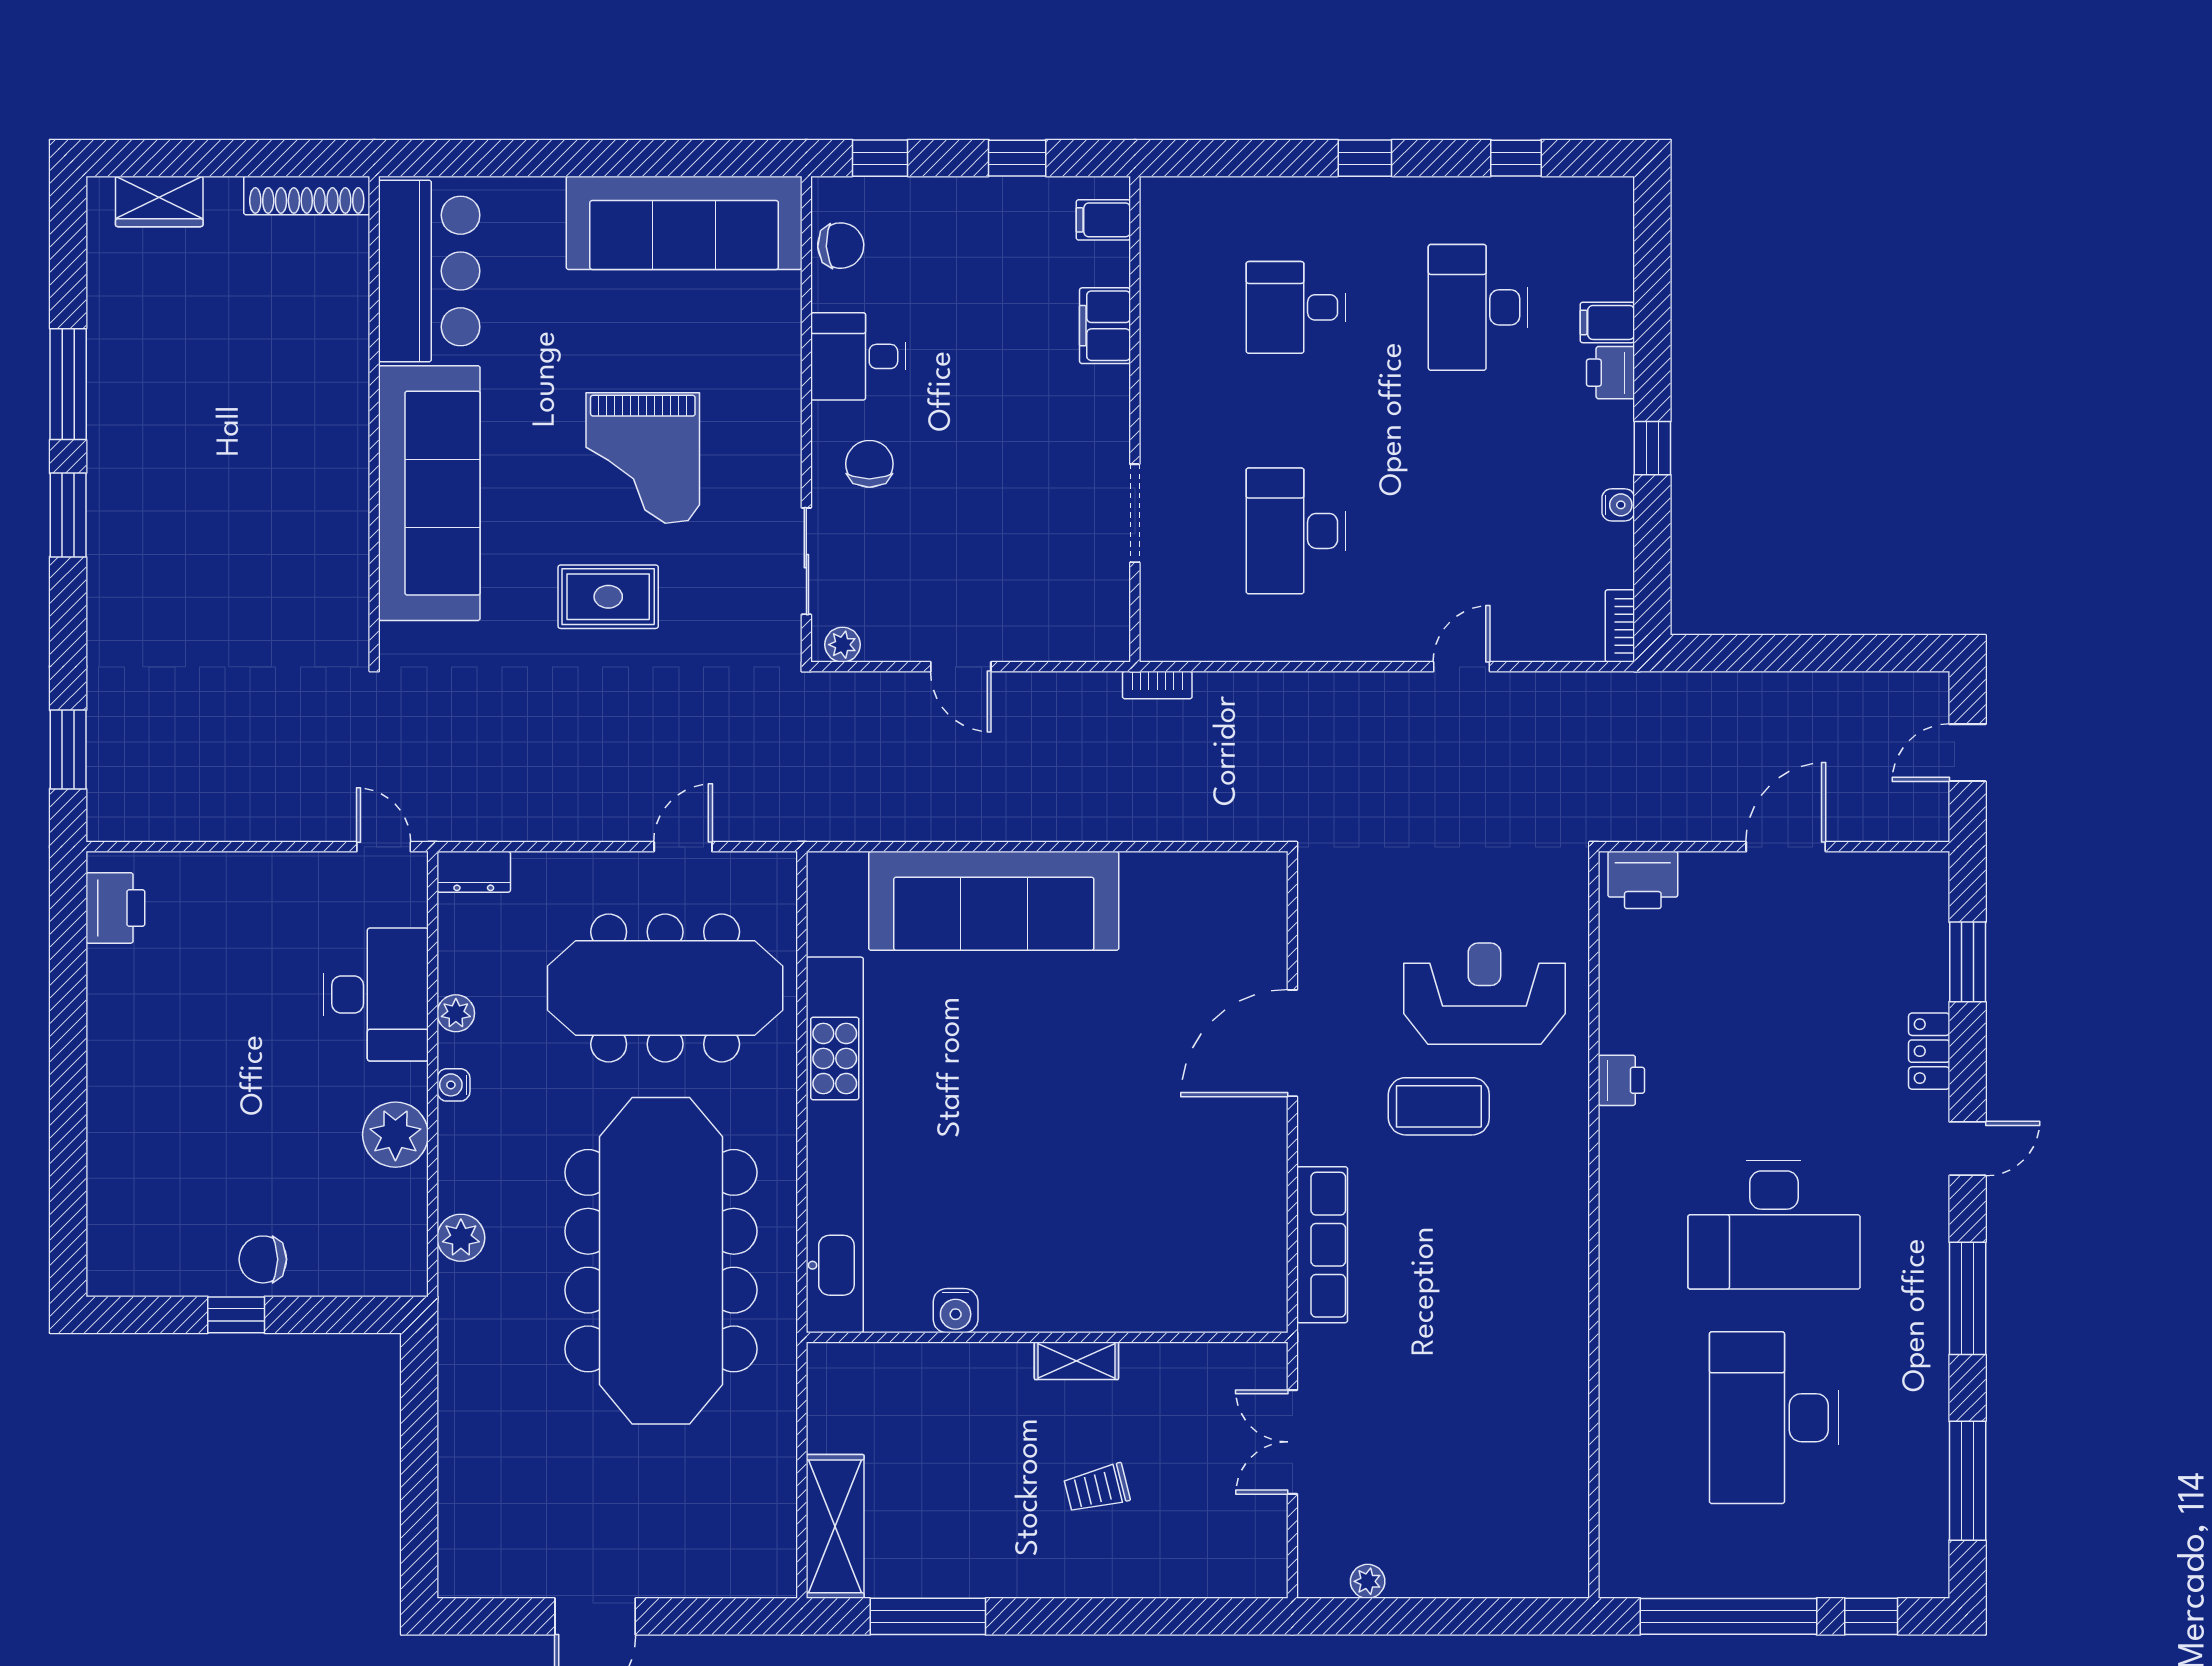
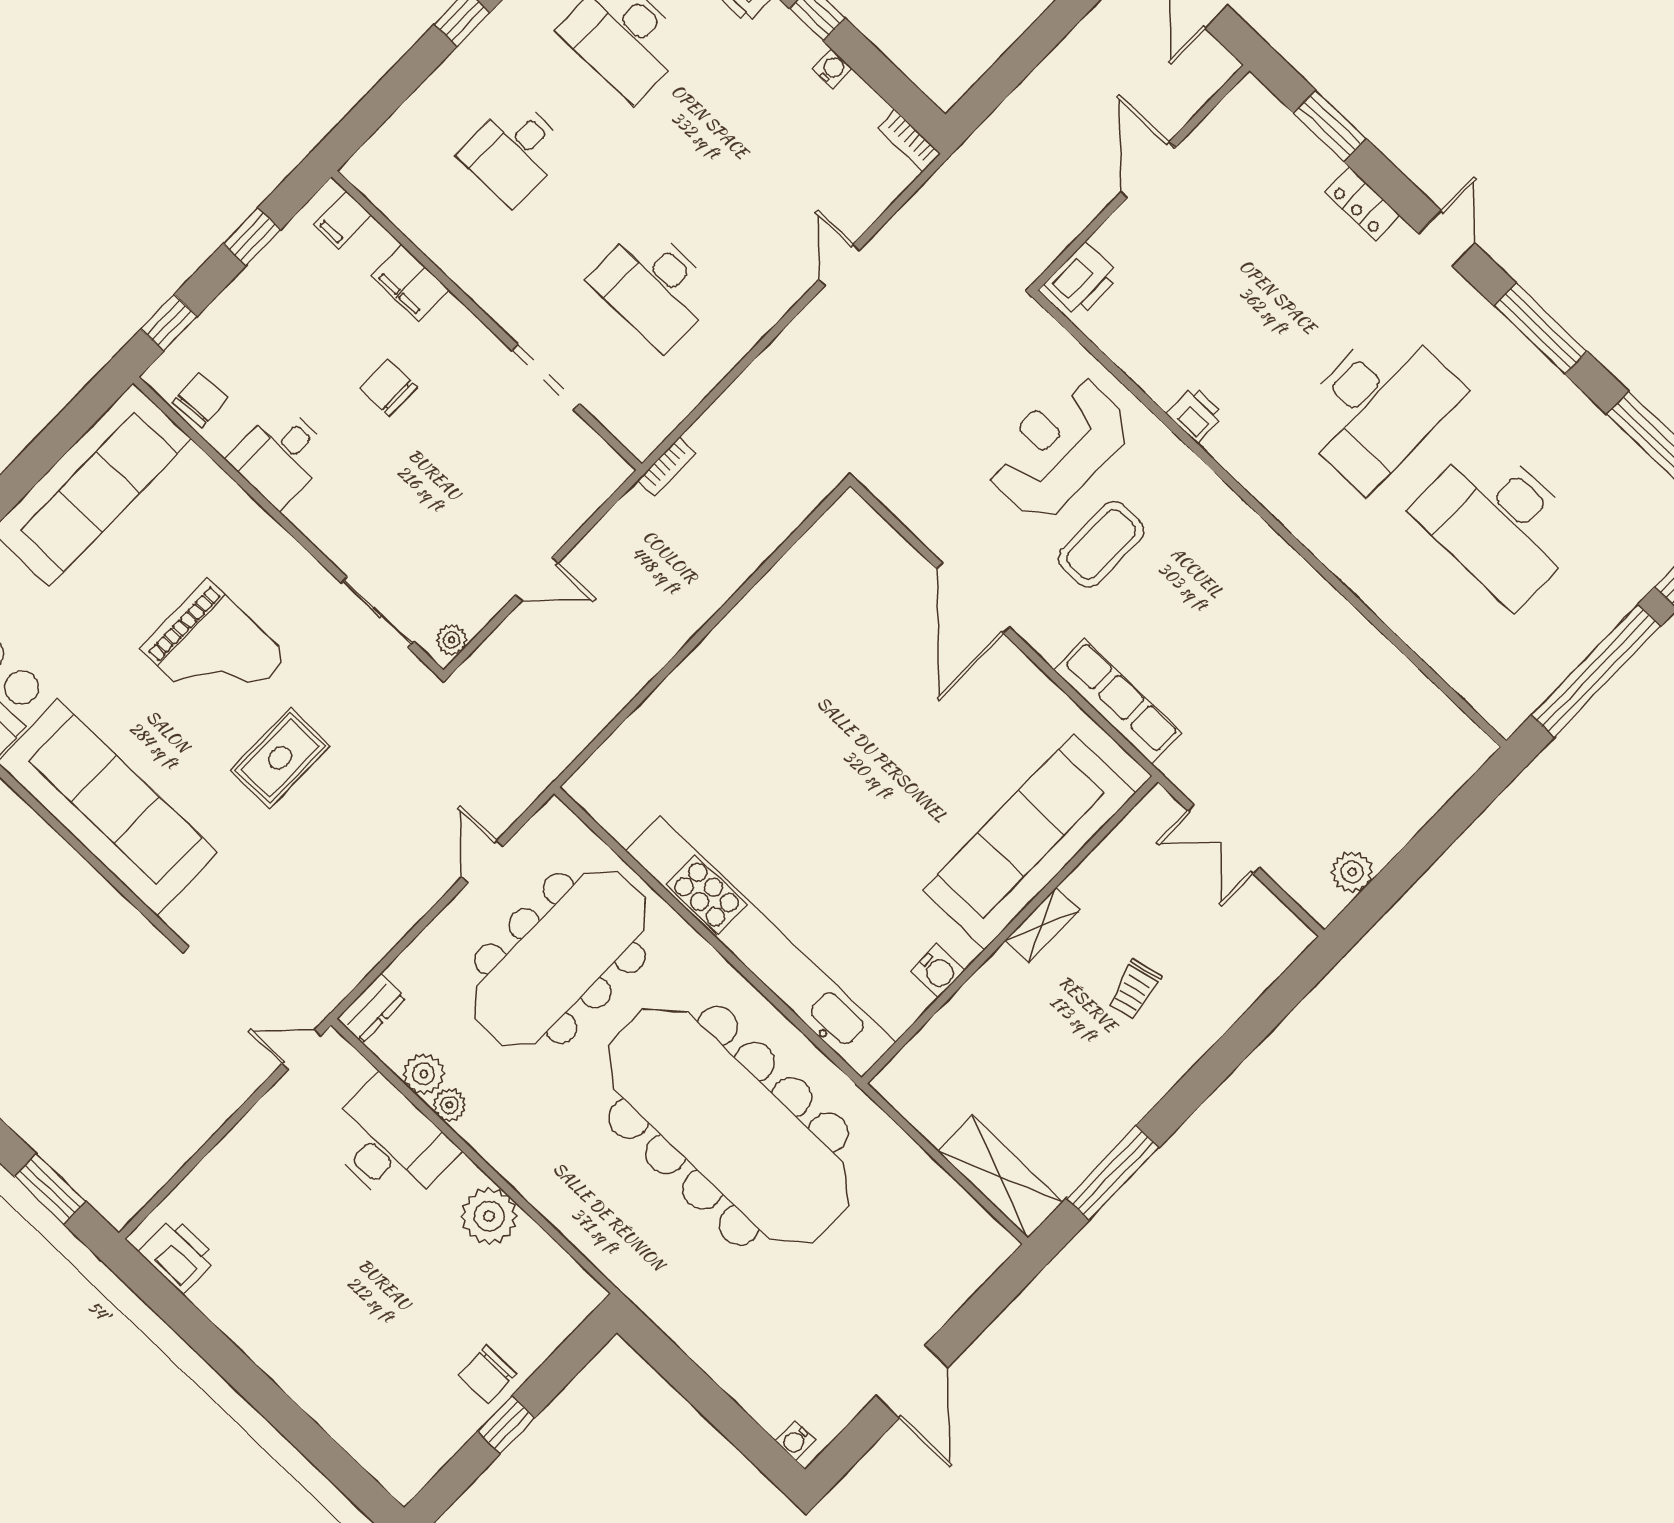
chair: (869, 464) -> (389, 388), moved
sofa: (994, 901) -> (1029, 842), moved, turned 180
water cooler: (454, 1085) -> (795, 1441), moved
plant: (461, 1238) -> (424, 1074), moved
plant: (1368, 1581) -> (1352, 872), width x1.38, depth x1.38

